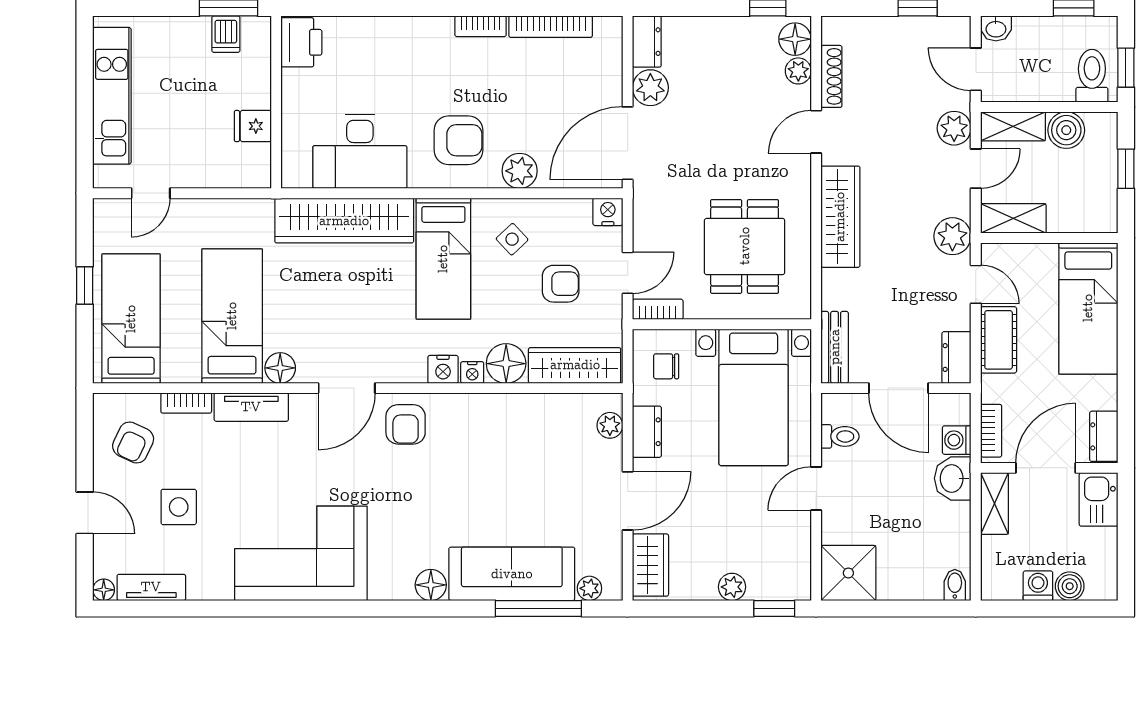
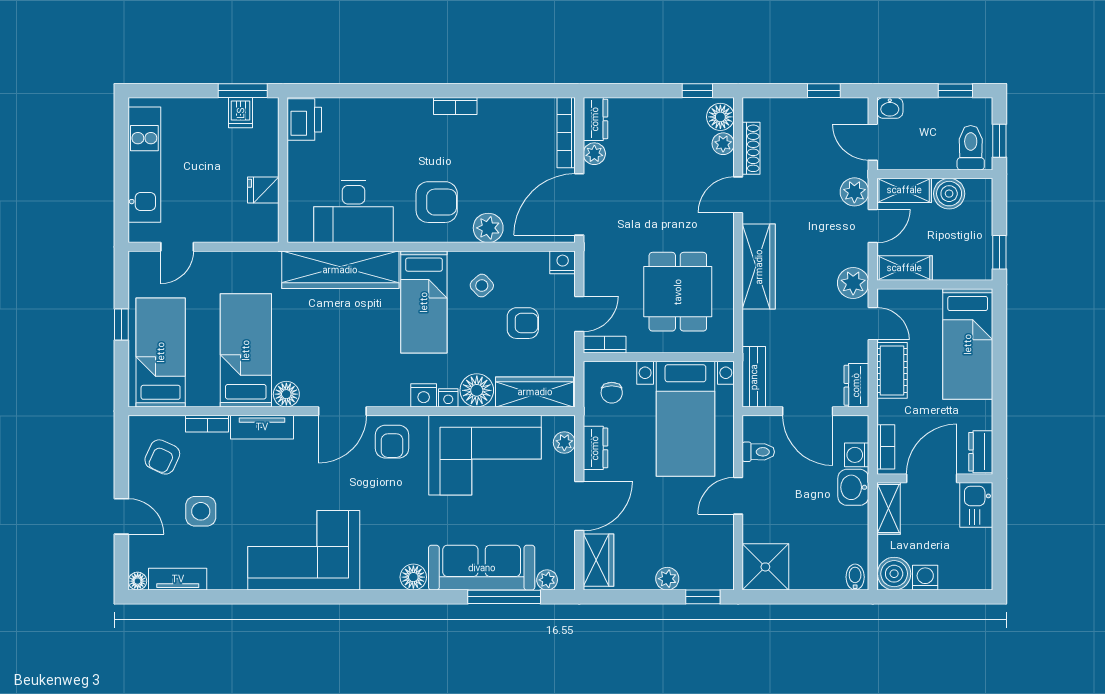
bookcase: (551, 27) -> (566, 133), moved, turned 90
plant: (650, 88) -> (594, 154), width x0.73, depth x0.73
window: (1126, 169) -> (999, 252), moved
chair: (666, 366) -> (612, 393), turned -90
corner sofa: (516, 440) -> (485, 455), added
boiler: (1070, 586) -> (894, 574), moved, width x1.36, depth x1.36

